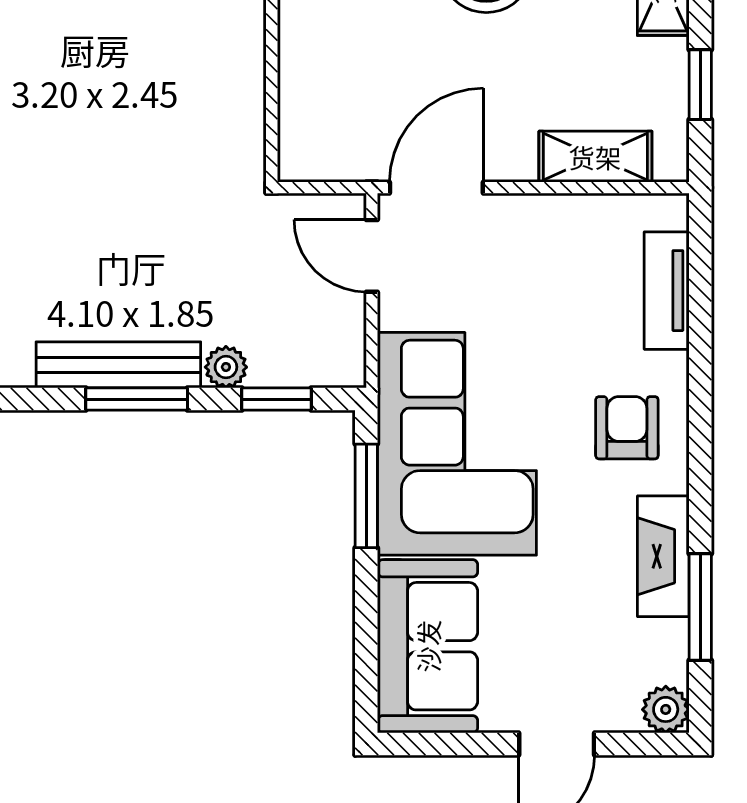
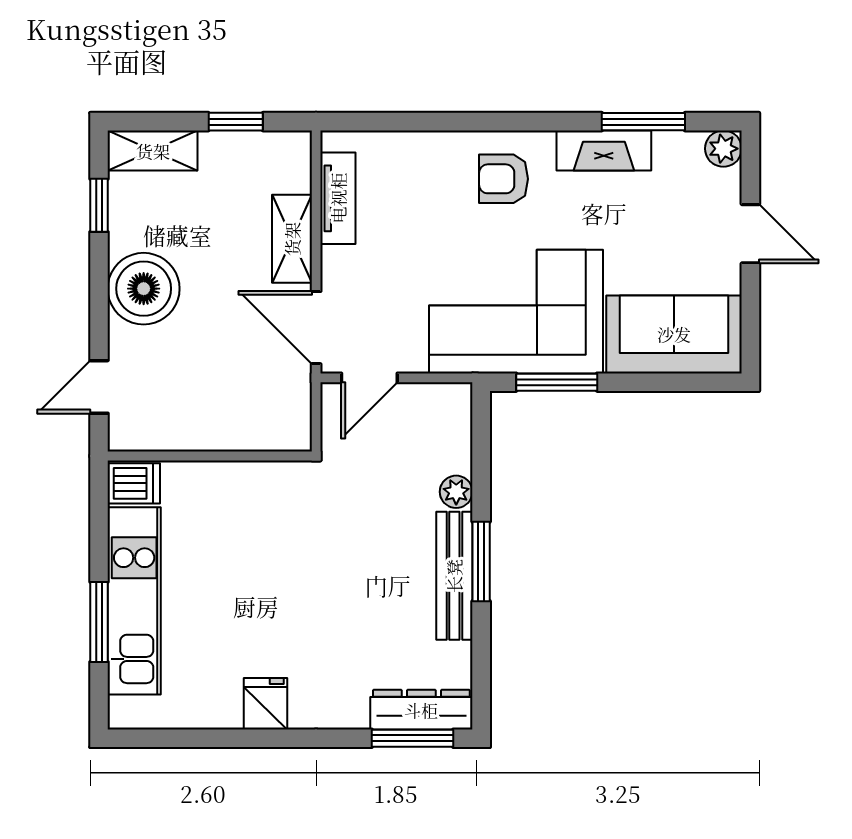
shelving: (595, 157) -> (292, 239), moved
tv unit: (667, 291) -> (338, 198), moved, turned -90
window: (276, 399) -> (481, 452), removed

